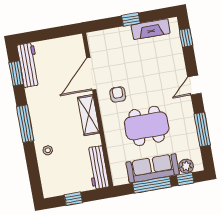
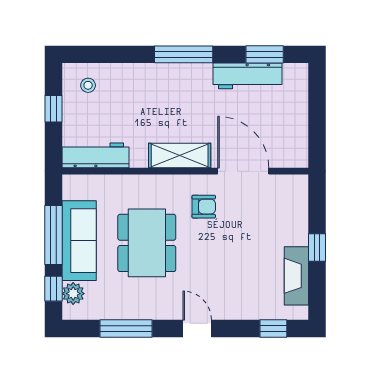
workbench: (29, 65) -> (247, 76), moved
stool: (48, 150) -> (88, 85), moved

